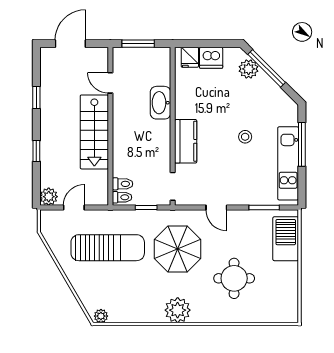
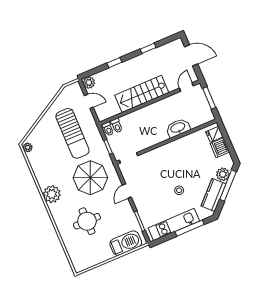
door: (110, 83) -> (186, 87), moved
kitchen counter: (186, 141) -> (214, 195), moved, turned 135

